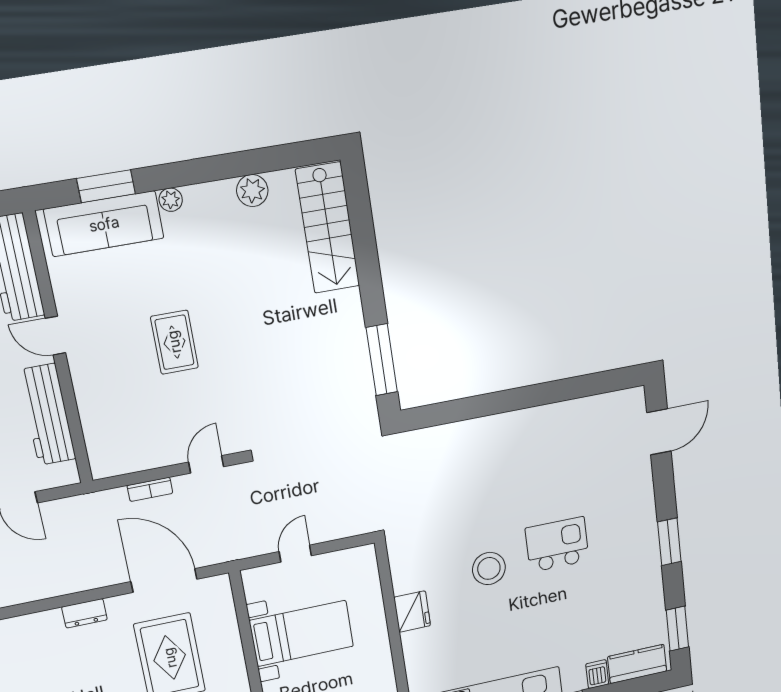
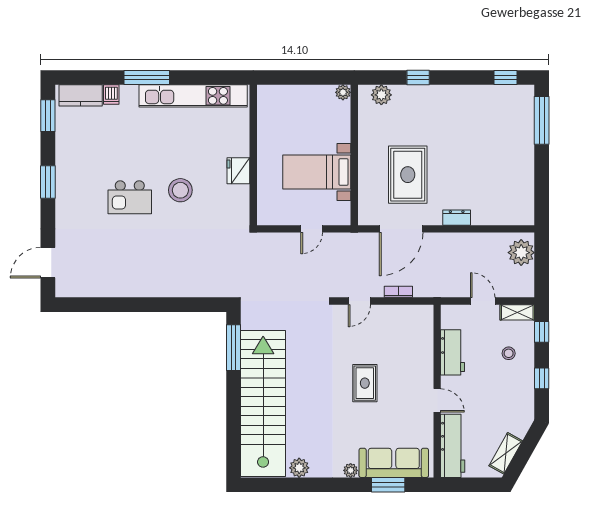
stairs: (328, 228) -> (263, 403), width x1.86, depth x1.51
workbench: (47, 415) -> (453, 352), width x0.73
door: (164, 580) -> (401, 229), hinge flipped

